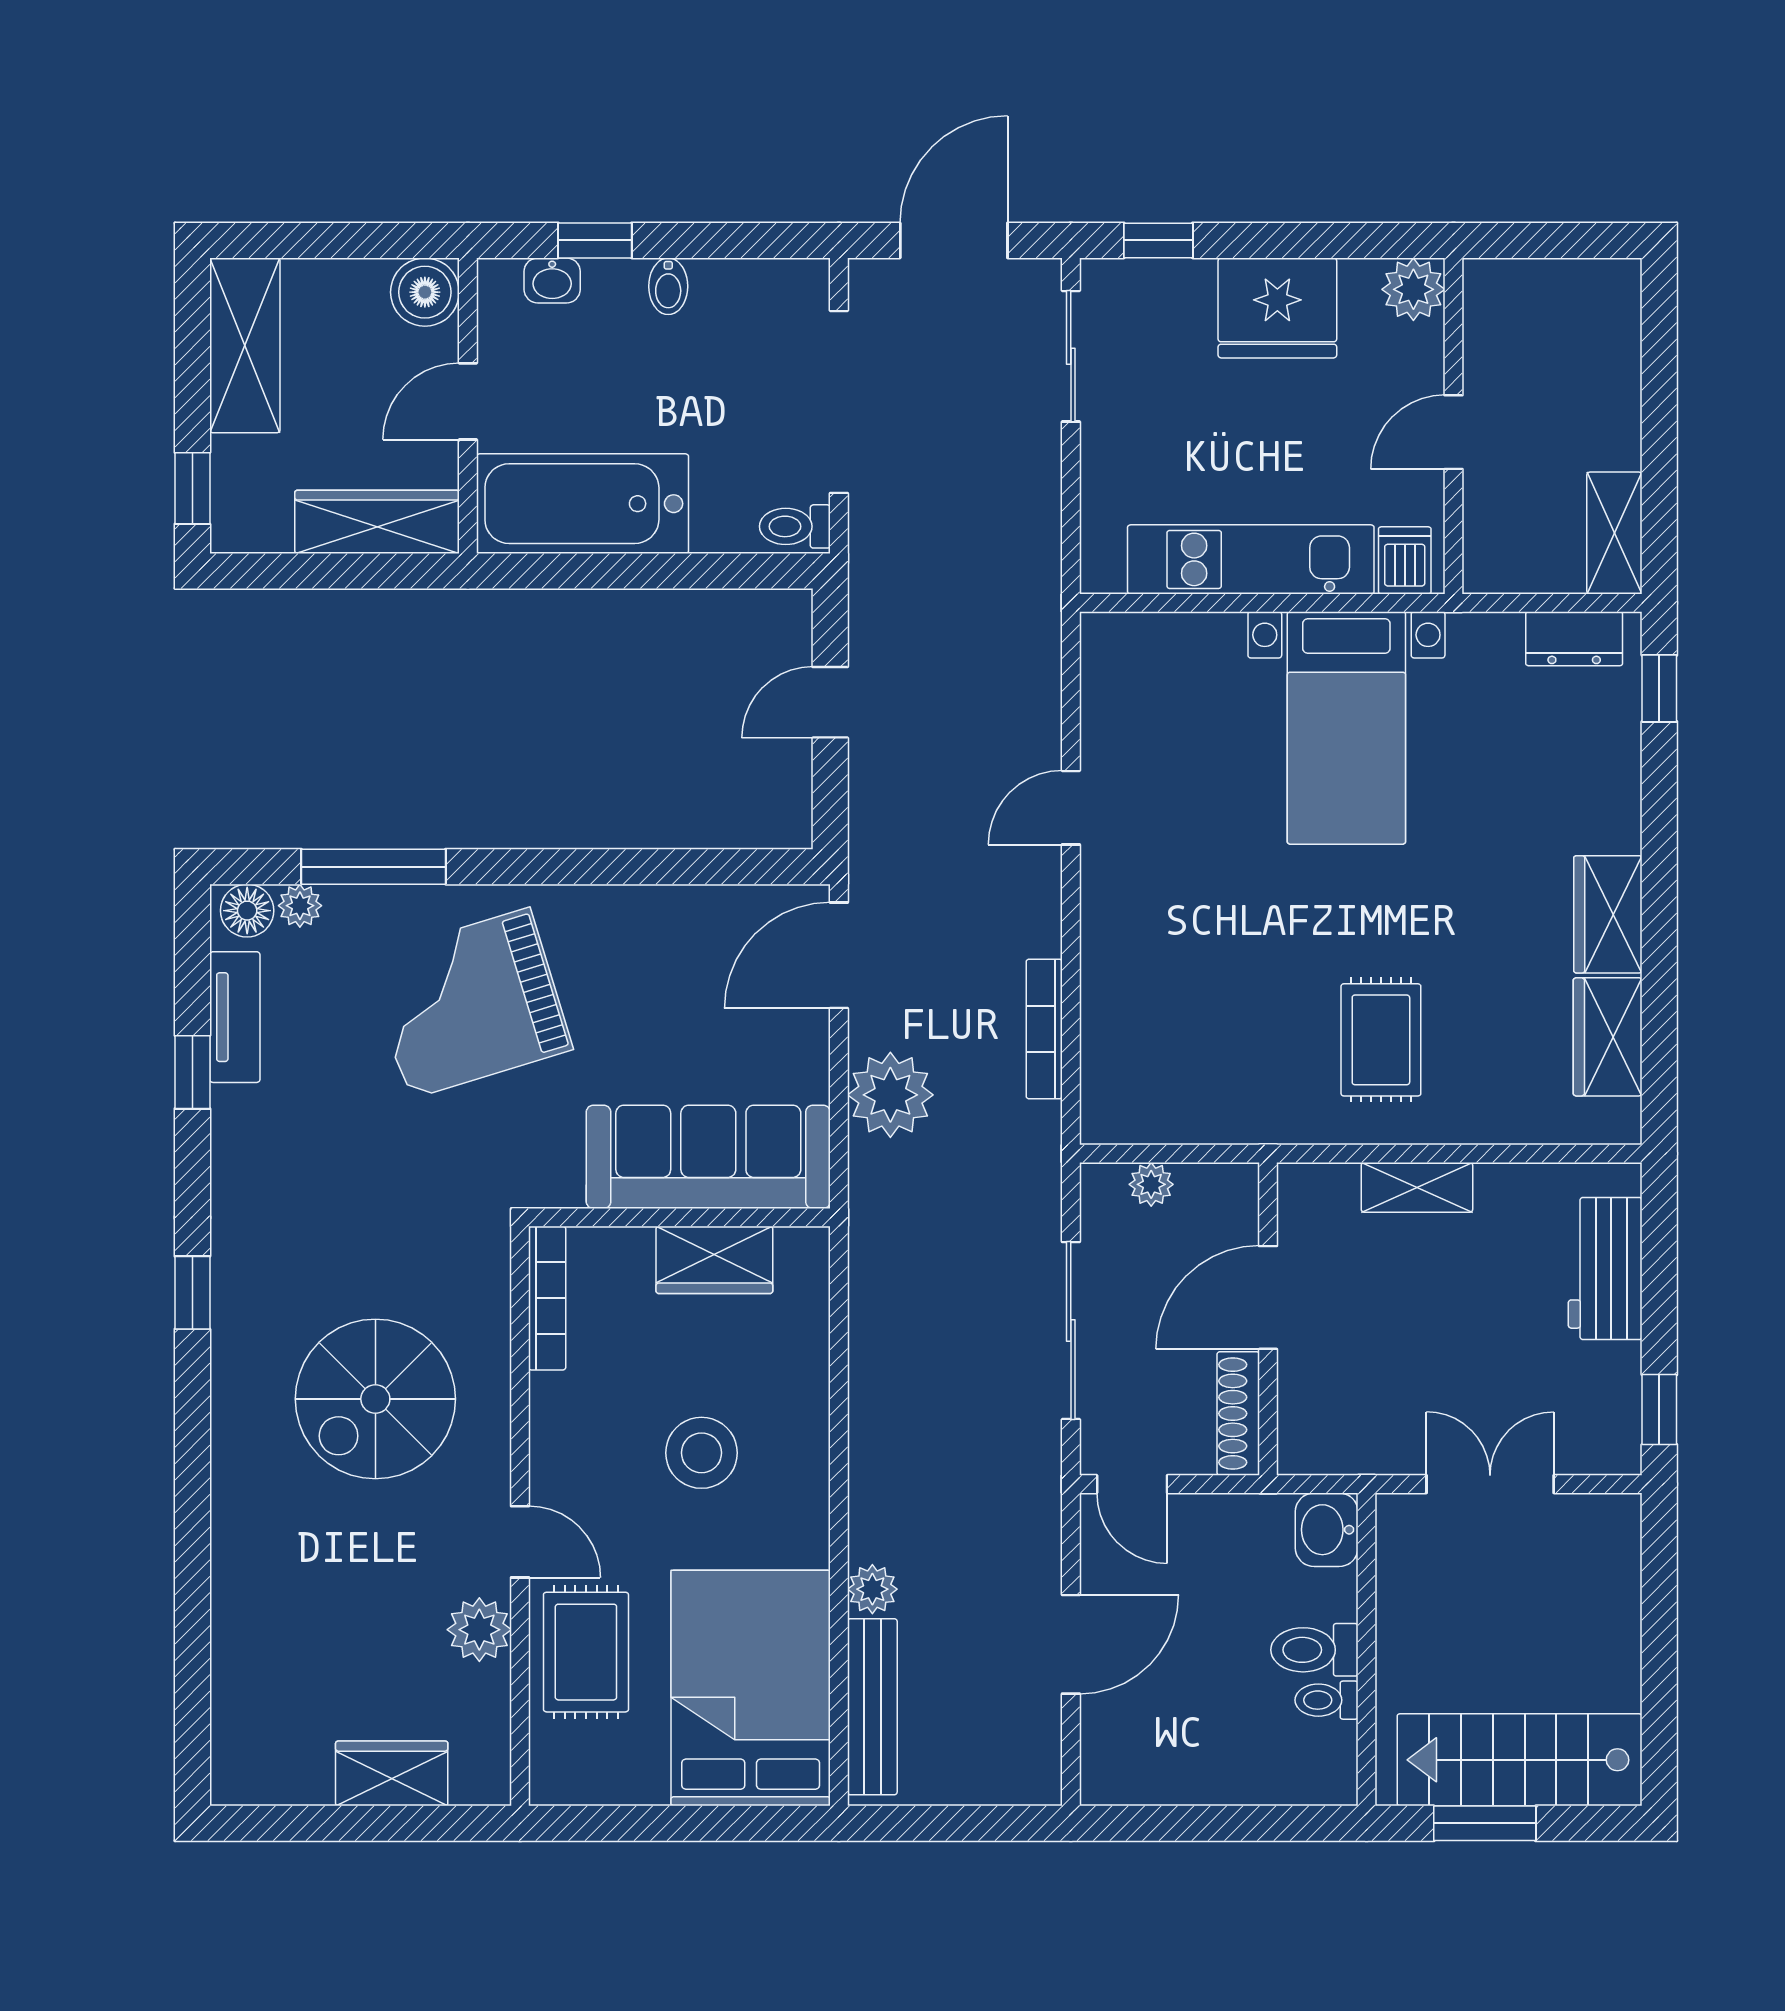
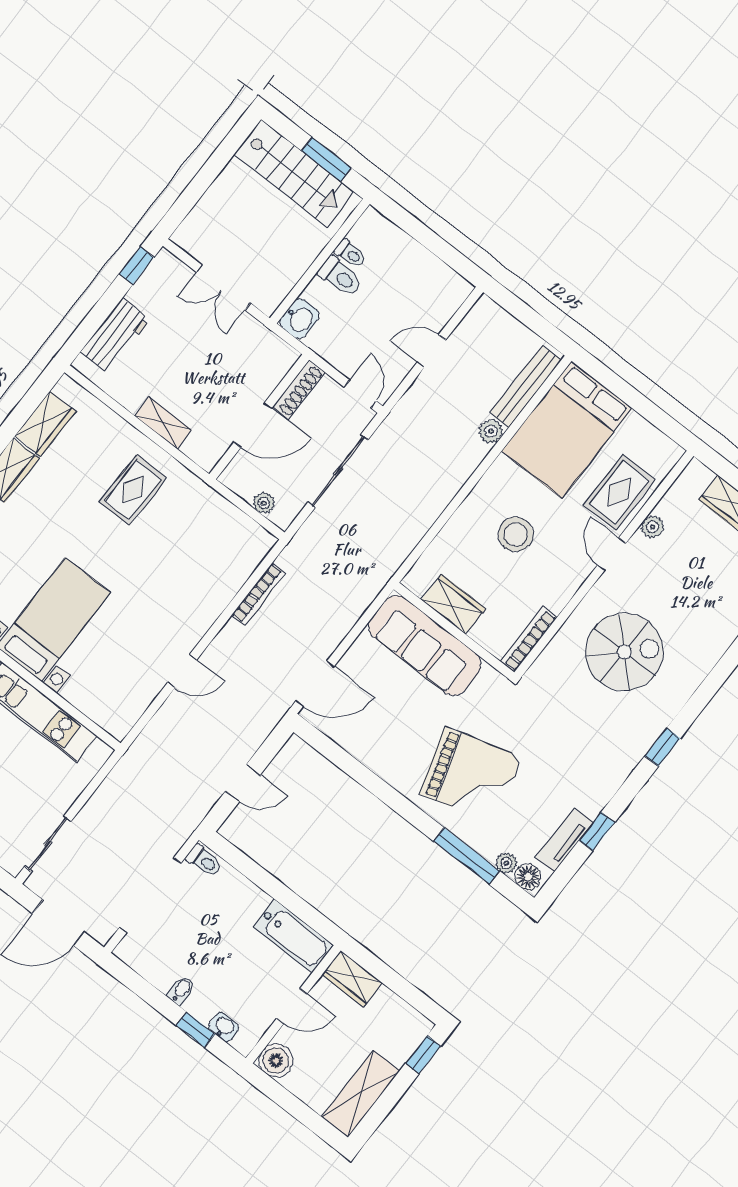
bathtub: (582, 504) -> (293, 936), width x0.73, depth x0.73
wardrobe: (377, 522) -> (352, 979), width x0.67
plant: (890, 1095) -> (337, 615), removed
plant: (479, 1630) -> (653, 527), width x0.73, depth x0.73
door: (1071, 1644) -> (431, 351), width x0.73

